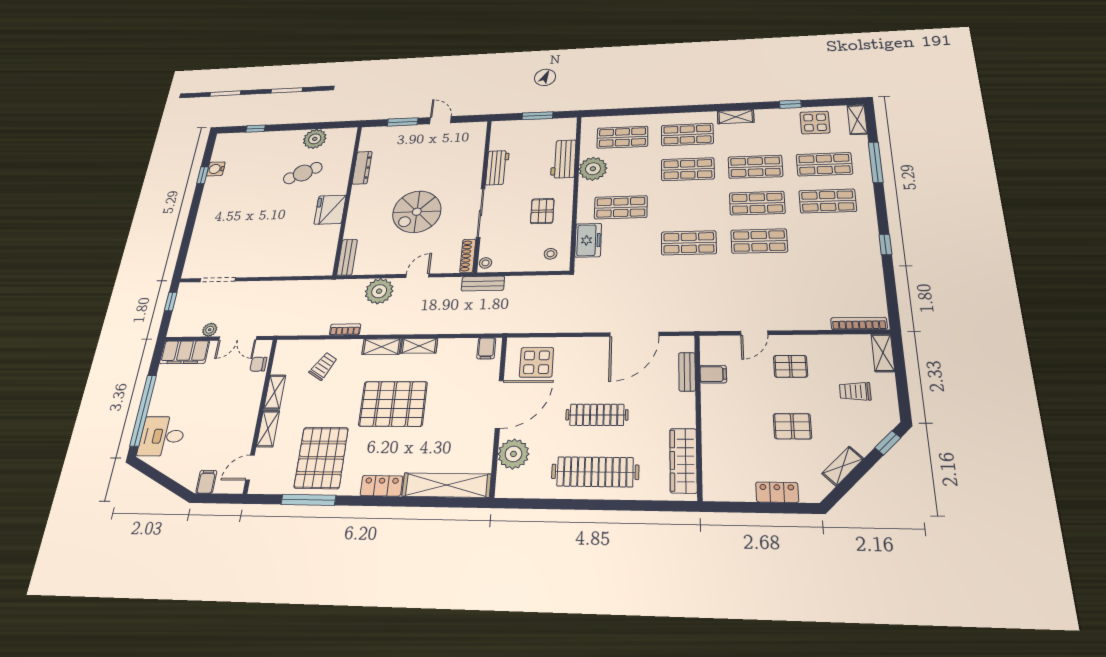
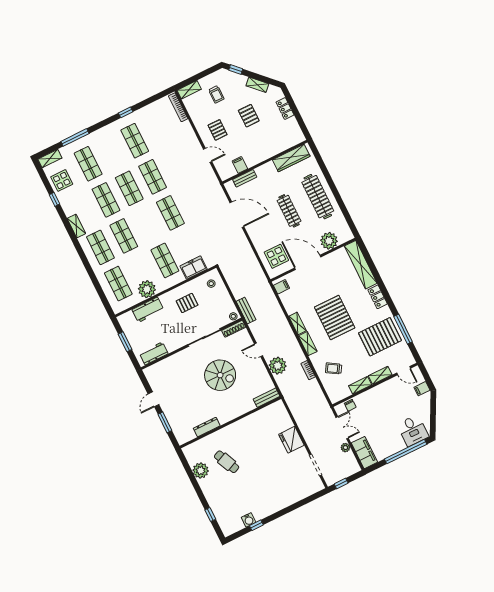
workbench: (497, 168) -> (154, 353), moved
shop shelf: (828, 201) -> (135, 141), moved
fridge: (330, 210) -> (291, 440), moved, turned 90

